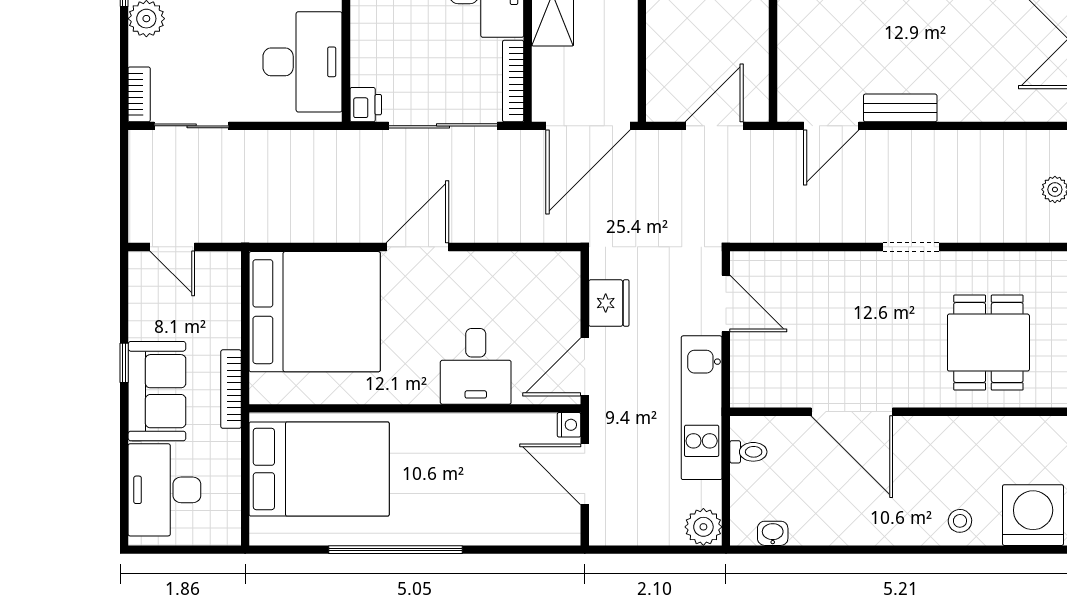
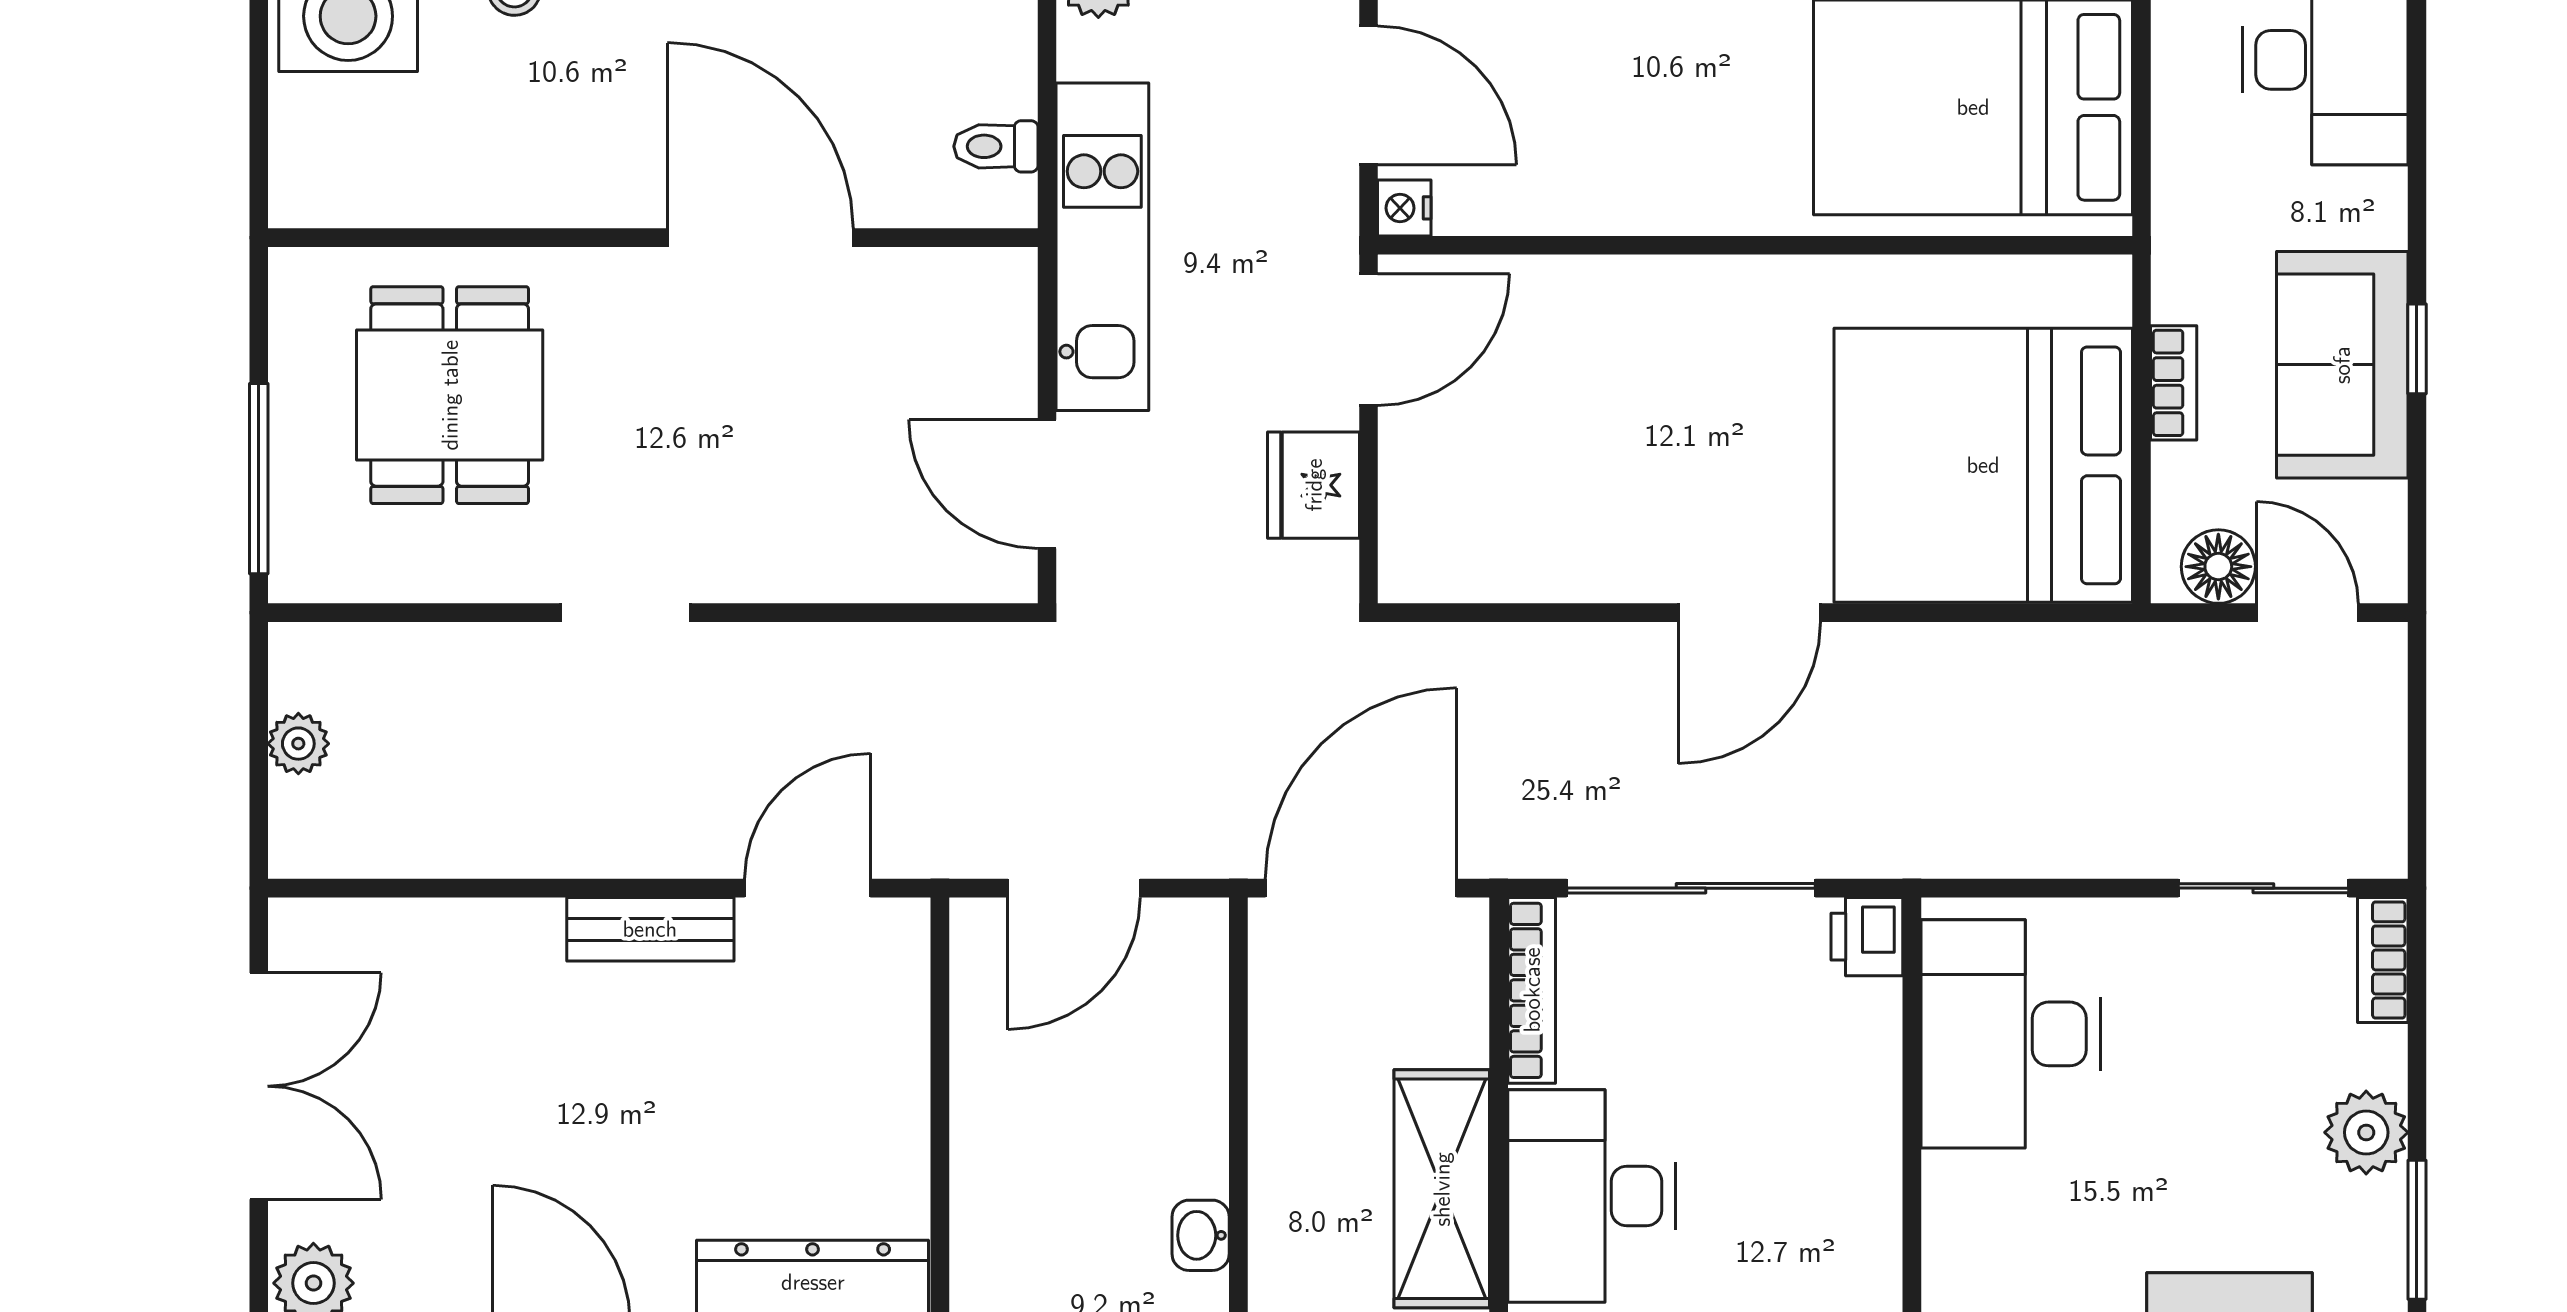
floor lamp: (211, 267) -> (2218, 567), added
desk: (476, 366) -> (1617, 341), removed
bookcase: (231, 389) -> (2174, 383), moved, width x0.64
sofa: (157, 391) -> (2342, 365), moved

